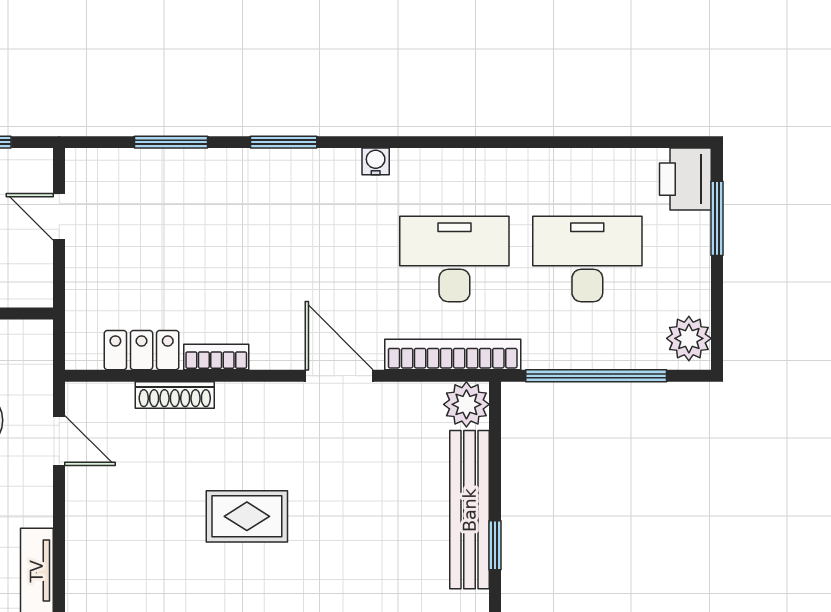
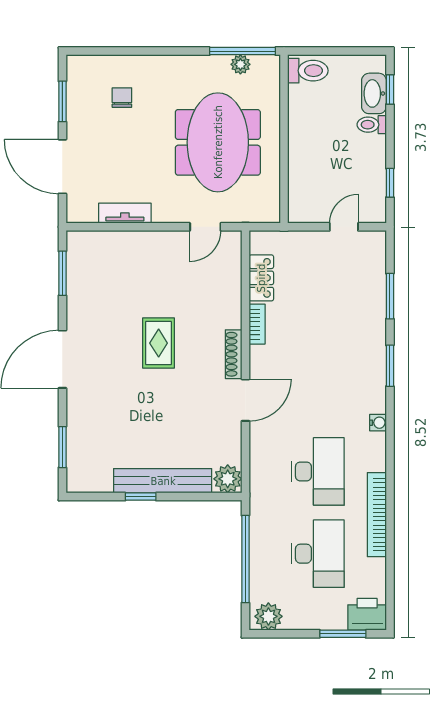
bookcase: (453, 354) -> (377, 515), moved, turned 180
shoe rack: (175, 395) -> (234, 354), moved

